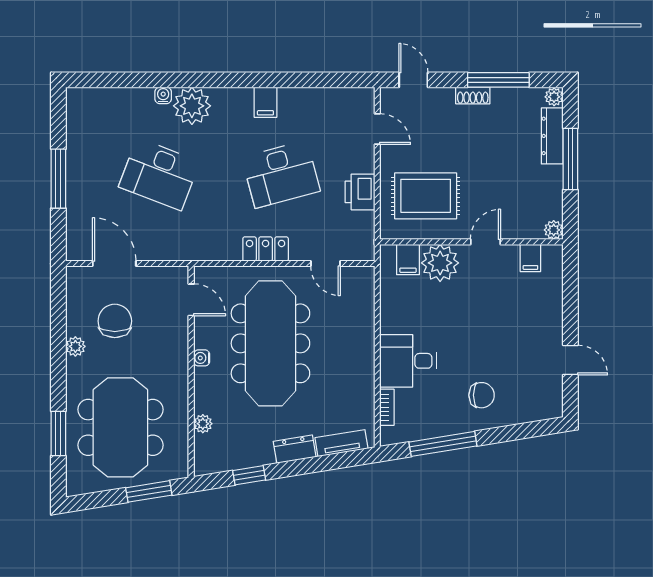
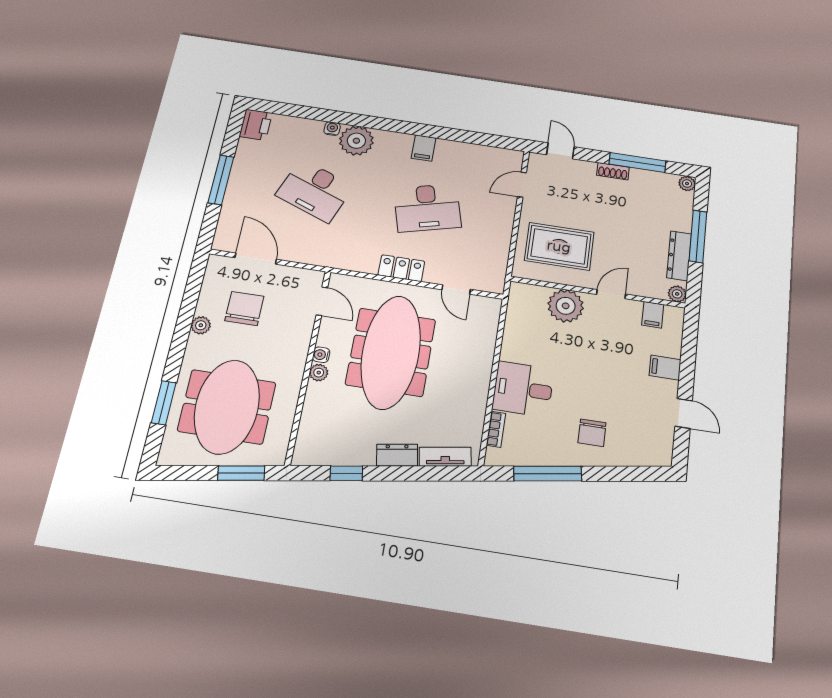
door: (377, 129) -> (522, 185), swing flipped
dresser: (552, 136) -> (679, 256), moved
printer: (360, 192) -> (256, 125), moved, turned 180
filing cabinet: (408, 259) -> (665, 368), moved, turned 90
chair: (482, 395) -> (592, 433), turned 90
plant: (203, 424) -> (319, 373), moved

